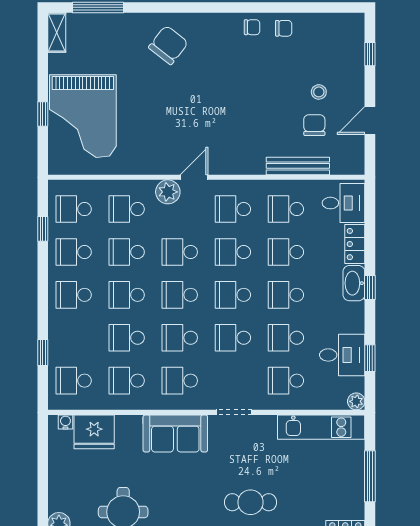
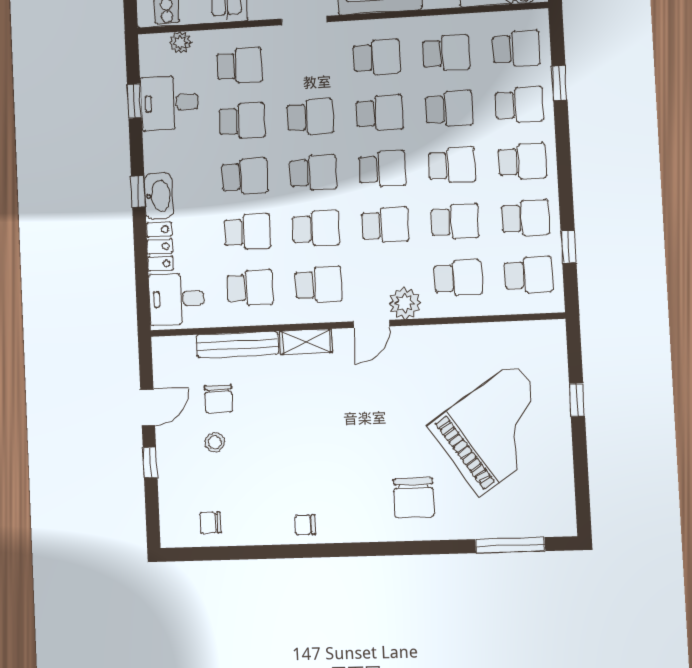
chair: (284, 28) -> (210, 523), moved
shelving: (57, 32) -> (306, 342), moved, turned 90
chair: (168, 45) -> (414, 498), turned -38
window: (370, 54) -> (150, 462), moved
grand piano: (83, 116) -> (497, 429), moved, turned 56
school desk: (74, 338) -> (519, 105), added
plant: (356, 401) -> (180, 43), moved

